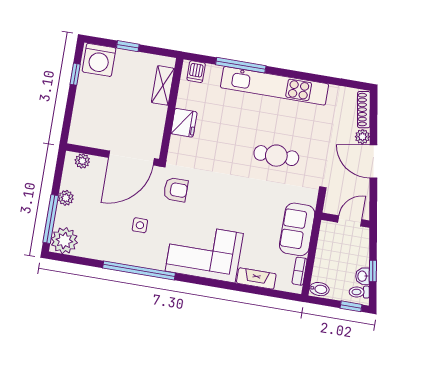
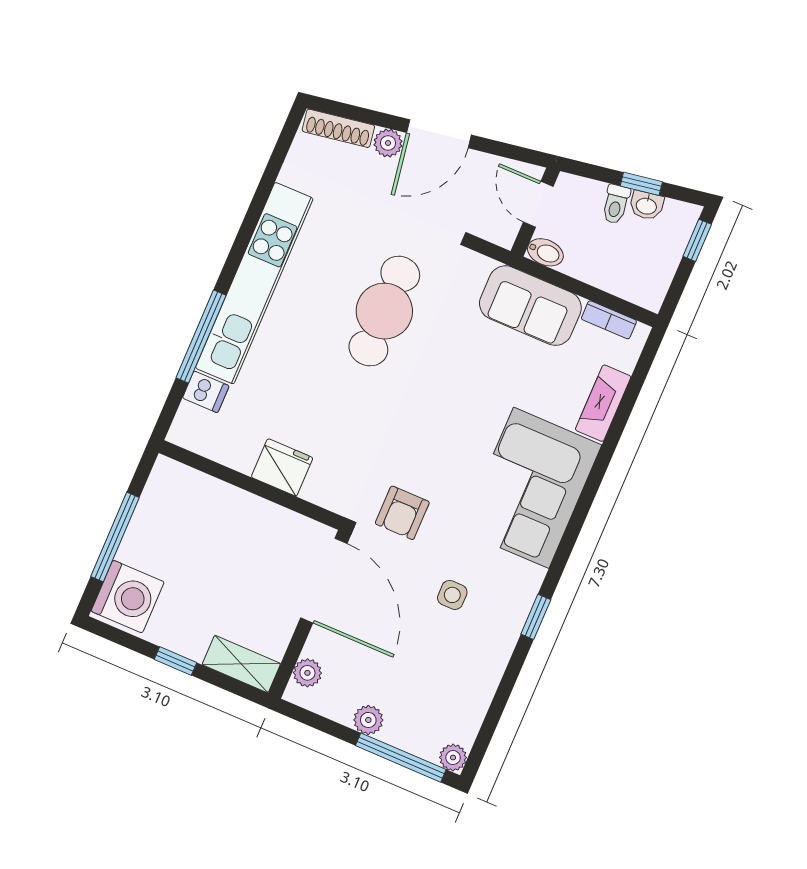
window: (128, 46) -> (115, 537), width x2.17
dishwasher: (196, 72) -> (206, 392), moved
window: (75, 74) -> (175, 661), moved
shelving: (163, 85) -> (241, 664), moved
cafe table: (276, 156) -> (384, 311), width x1.37, depth x1.35
armchair: (176, 190) -> (402, 513), turned 180
plant: (64, 241) -> (453, 758), width x0.53, depth x0.53
window: (139, 271) -> (536, 617), width x0.32
bidet: (319, 289) -> (545, 252), moved, turned 90
toilet: (359, 292) -> (616, 204), moved

